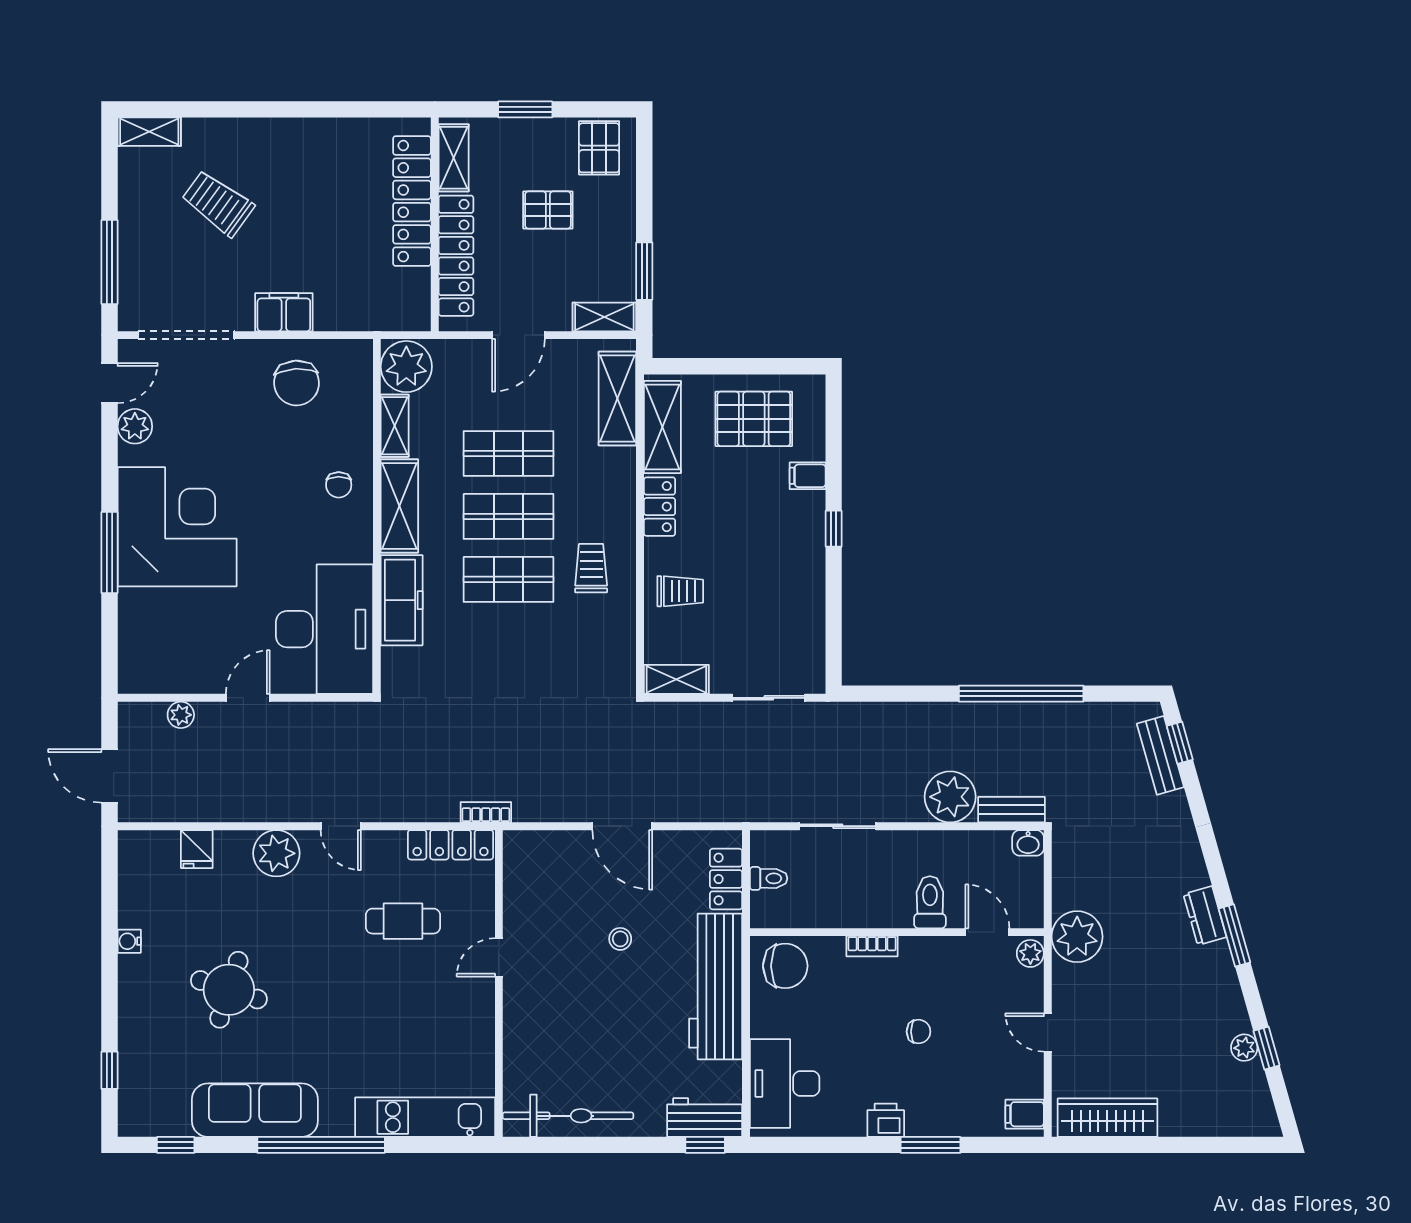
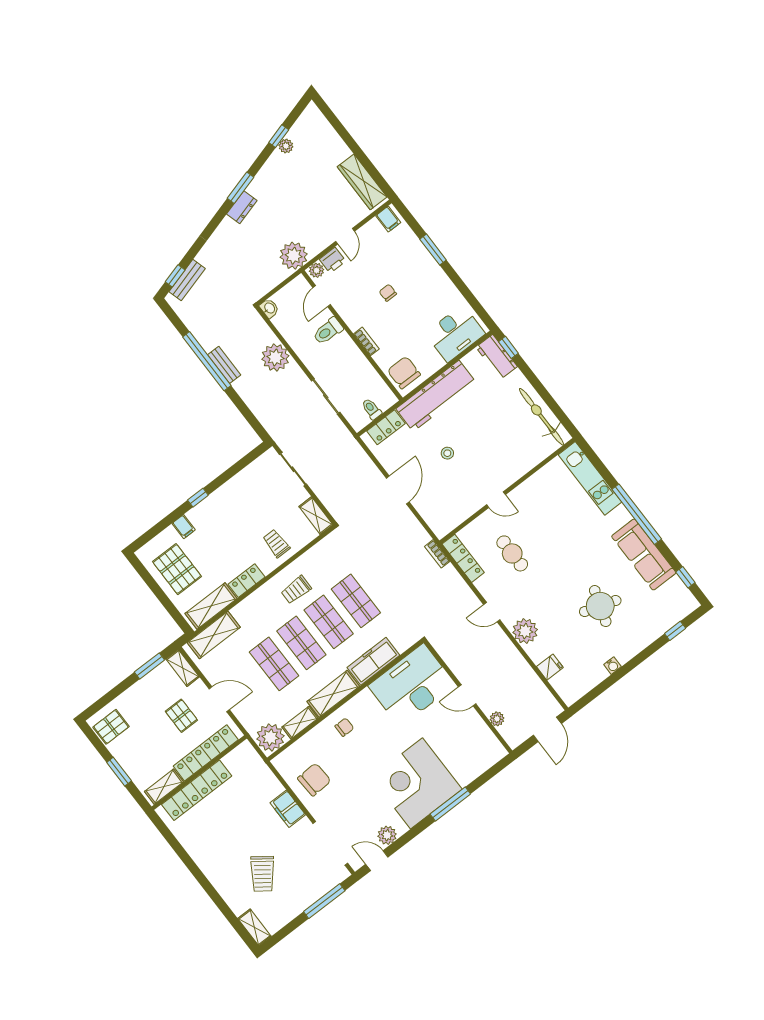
pallet: (548, 210) -> (181, 716), moved
shop shelf: (508, 642) -> (356, 601), added
bench: (1012, 810) -> (224, 365), moved
door: (341, 826) -> (492, 612), swing flipped
printer: (886, 1120) -> (333, 260), moved, turned -90

